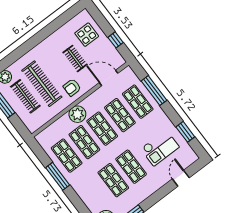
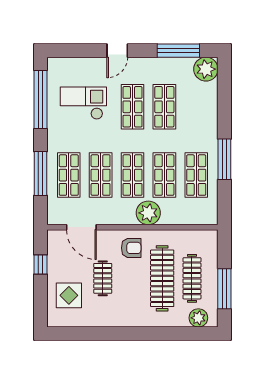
window: (185, 132) -> (41, 100), width x2.11
door: (181, 178) -> (117, 51), moved

